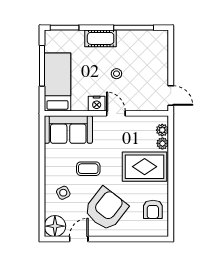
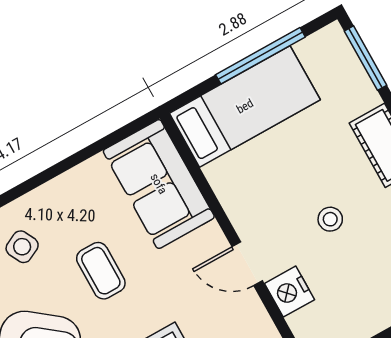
nightstand: (97, 104) -> (290, 292), moved
door: (116, 113) -> (247, 264), swing flipped

